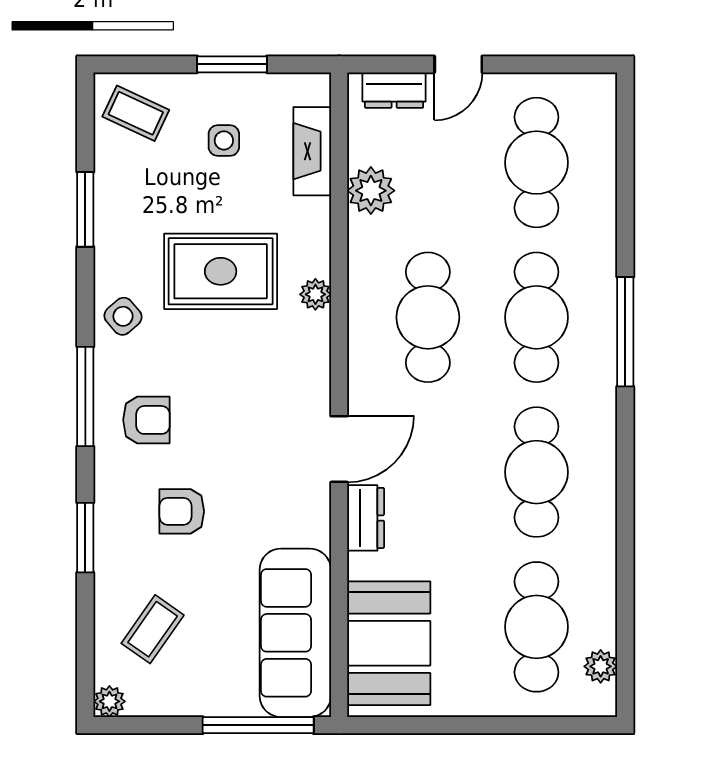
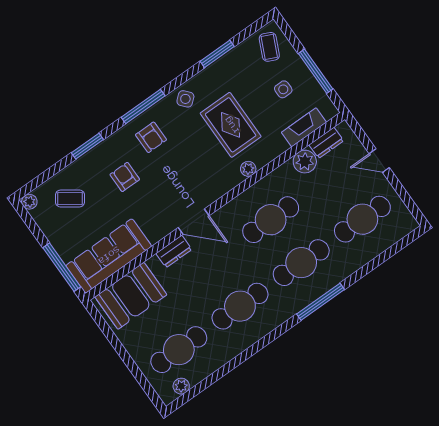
window: (232, 64) -> (316, 71), width x1.44
dresser: (394, 90) -> (326, 143), moved, turned -90

